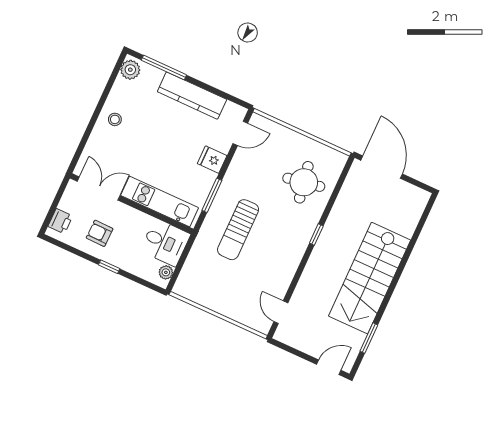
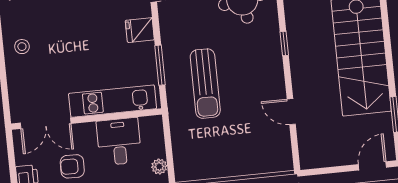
double door: (99, 188) -> (46, 123), swing flipped
desk: (165, 242) -> (119, 142), moved, turned -90
door: (281, 312) -> (291, 112), moved

